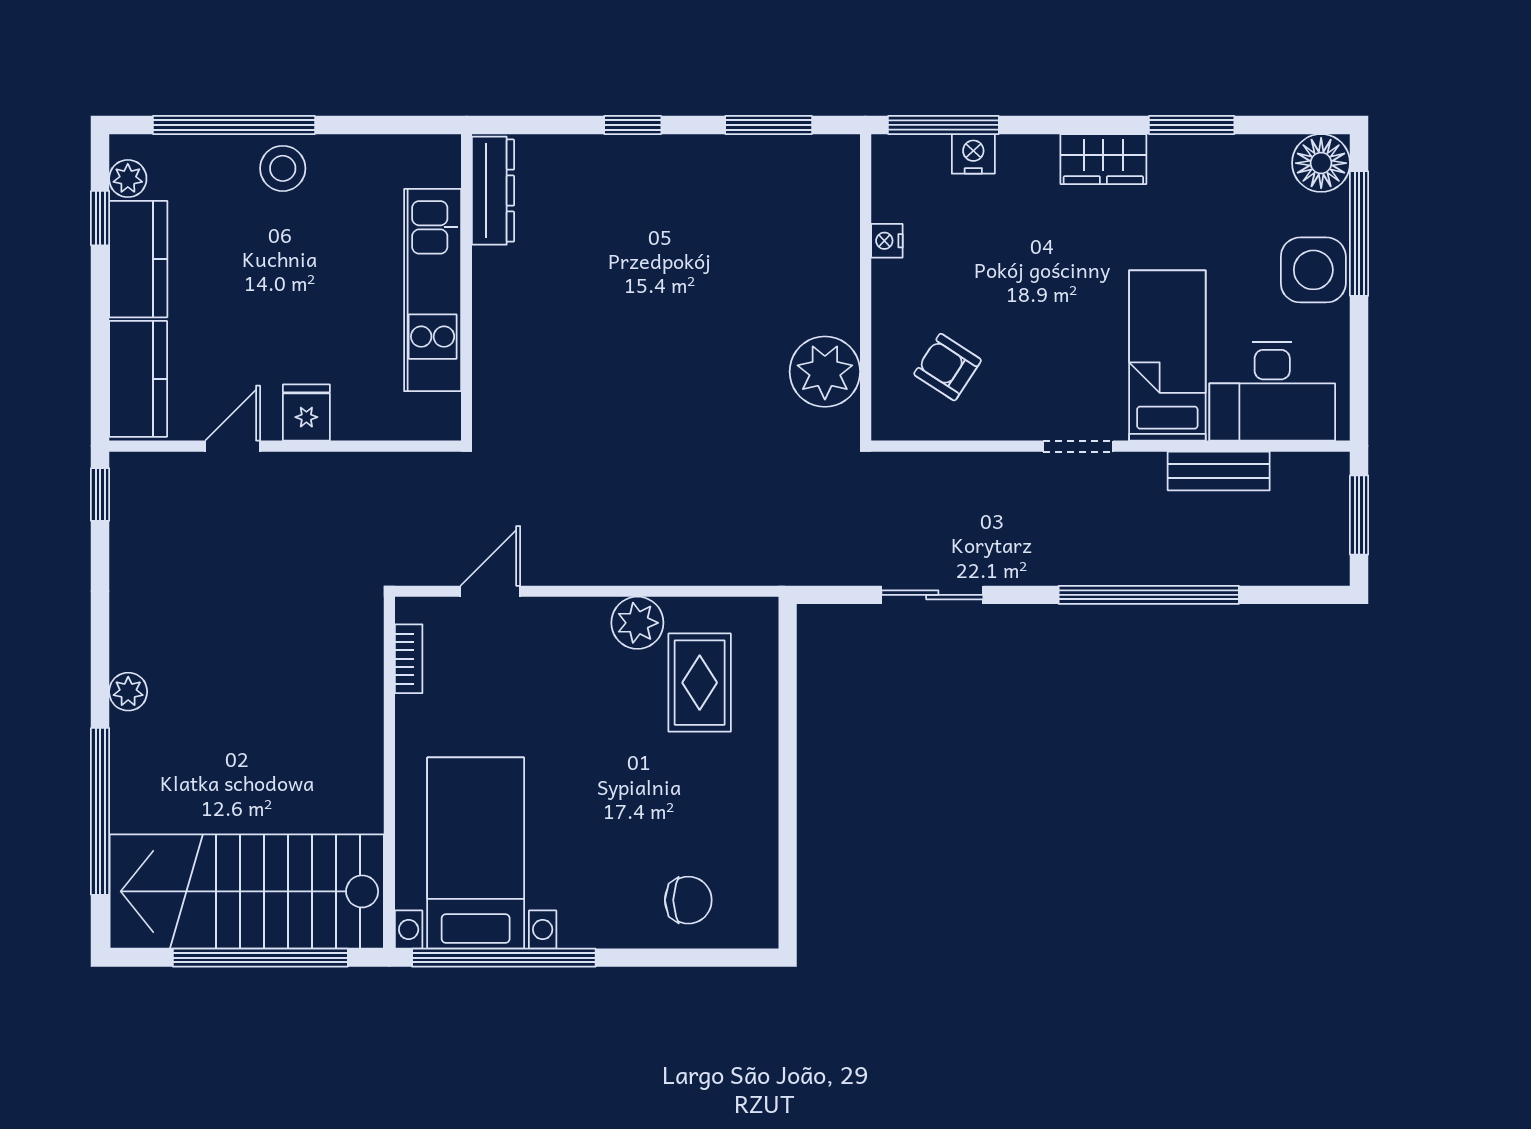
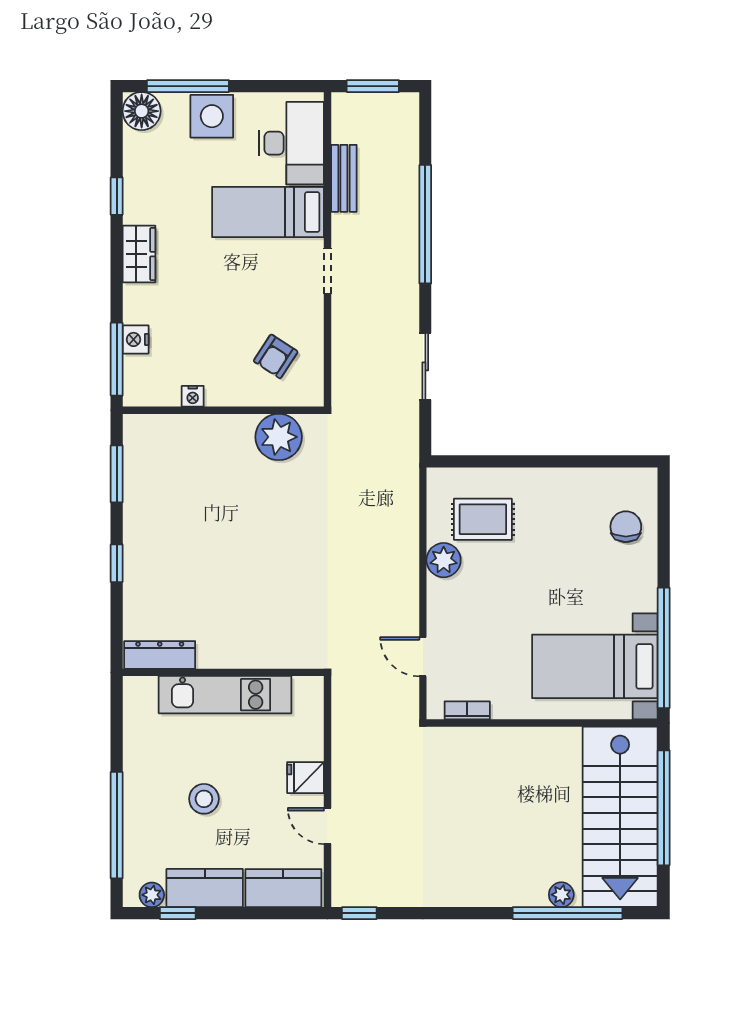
window: (1192, 125) -> (117, 196), width x0.67
stool: (283, 168) -> (204, 799), moved
plant: (128, 692) -> (561, 895), moved

